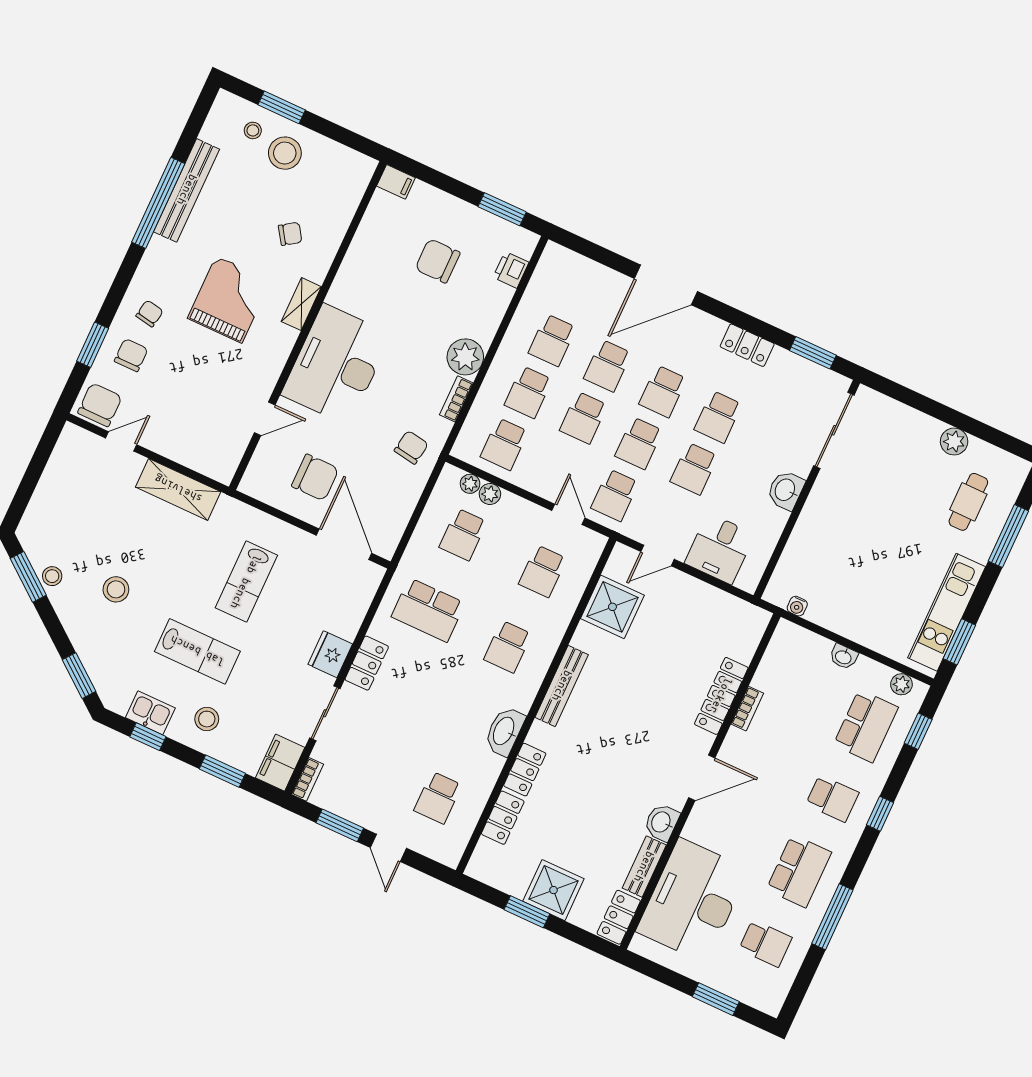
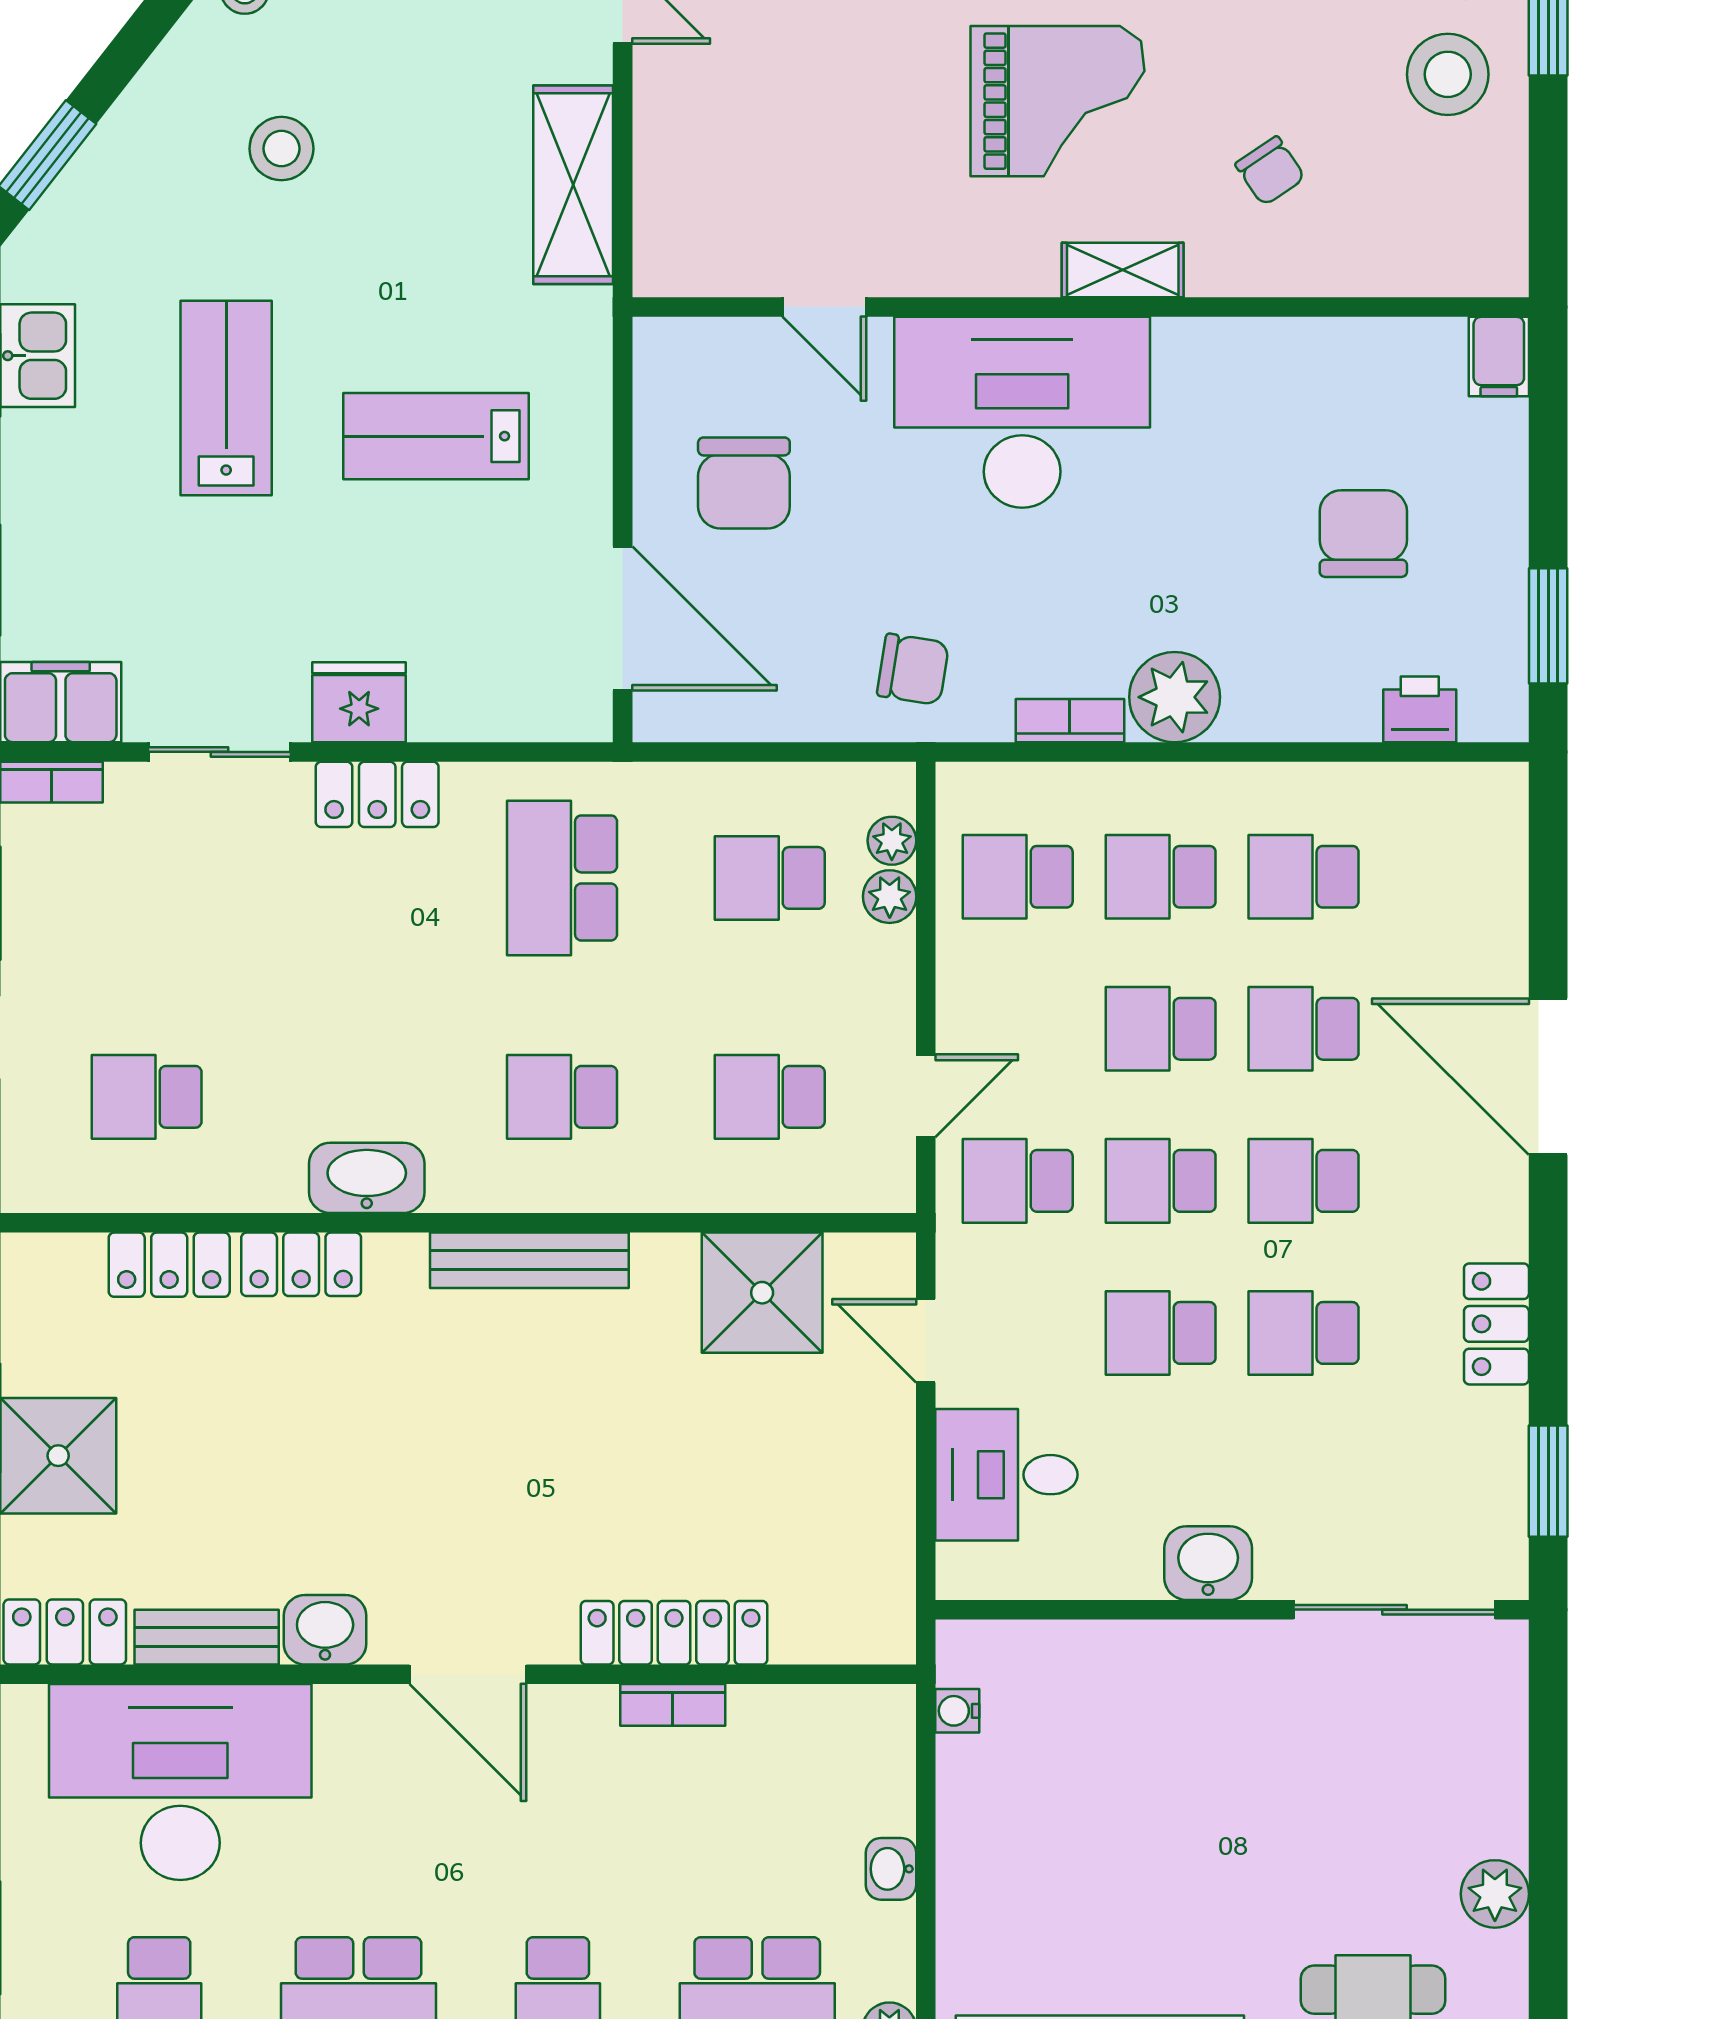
door: (344, 544) -> (623, 619), hinge flipped
lab bench: (197, 651) -> (226, 398), turned 180
stool: (207, 719) -> (83, 490), removed

